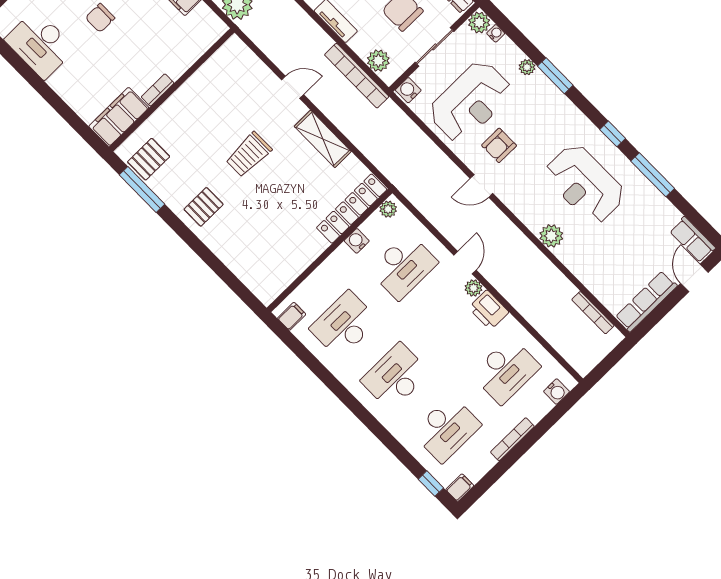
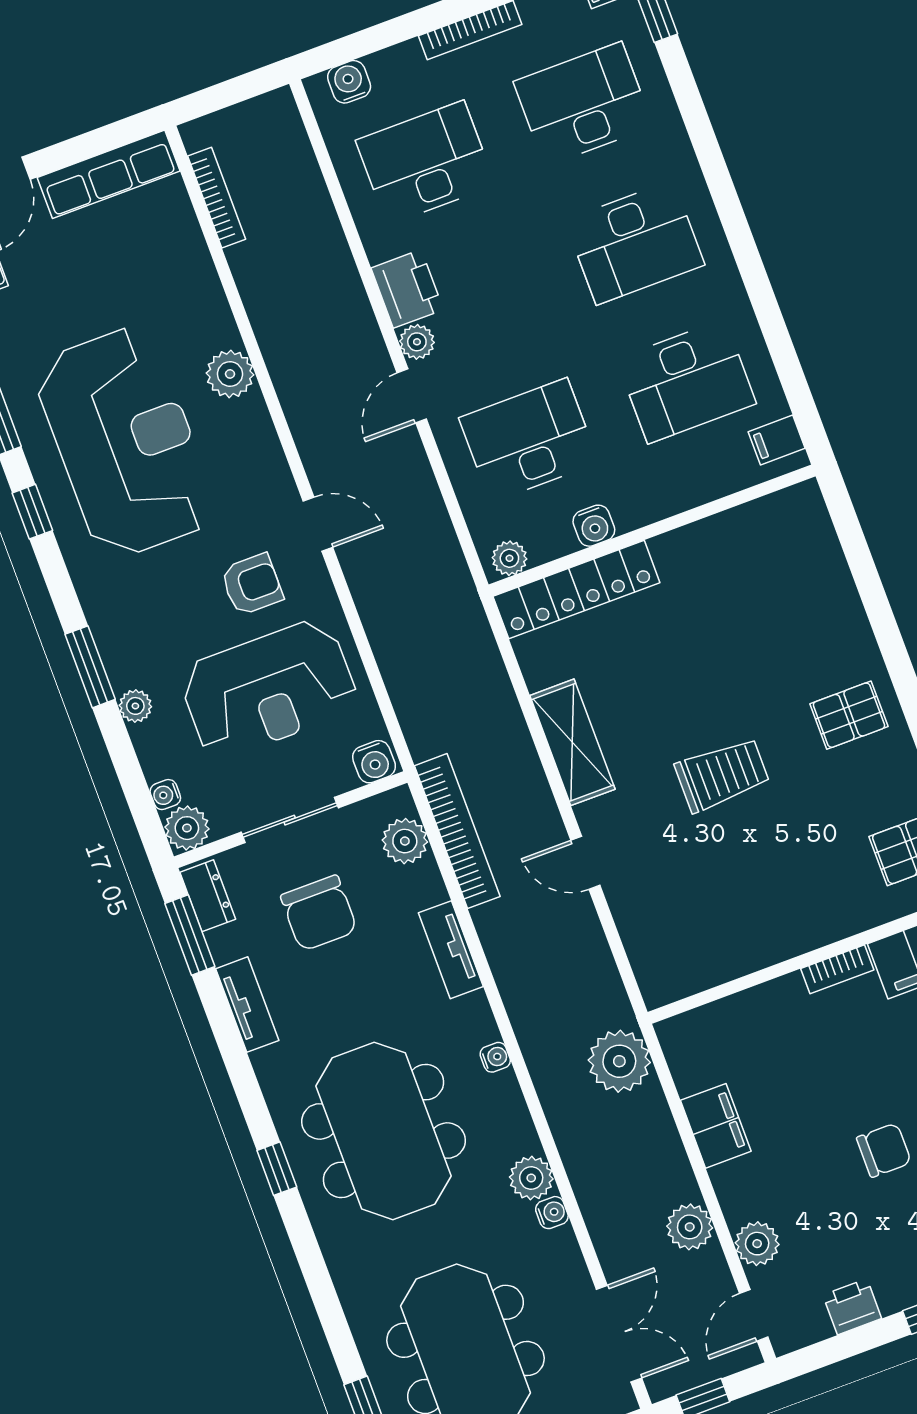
reception desk: (470, 102) -> (269, 689), turned 180
reception desk: (585, 184) -> (125, 442), width x1.36, depth x1.30

